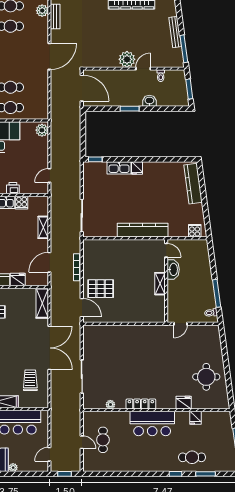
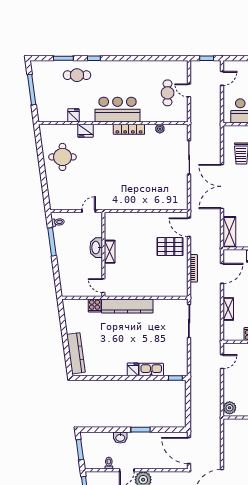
cooker: (195, 231) -> (95, 305), moved
washbasin: (173, 269) -> (96, 248), moved

